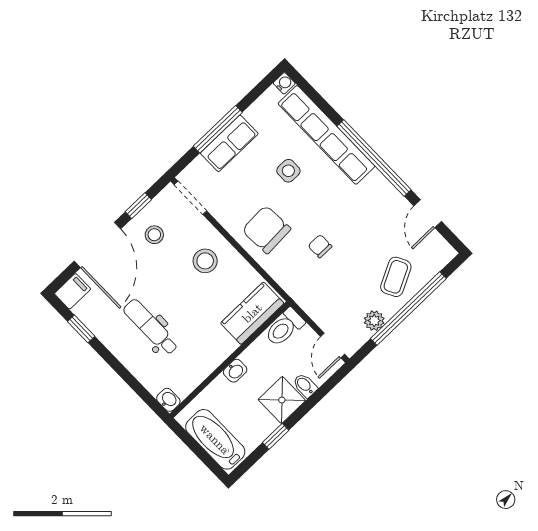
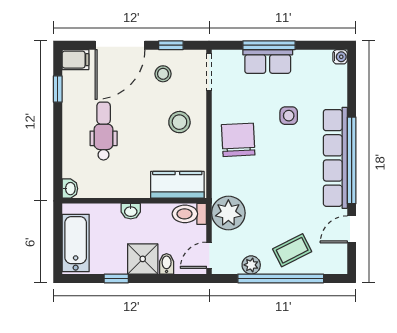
row of seats: (326, 135) -> (335, 158), moved
chair: (320, 246) -> (262, 184), removed
plant: (315, 296) -> (228, 213), added

